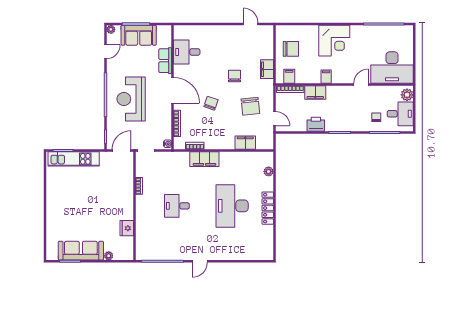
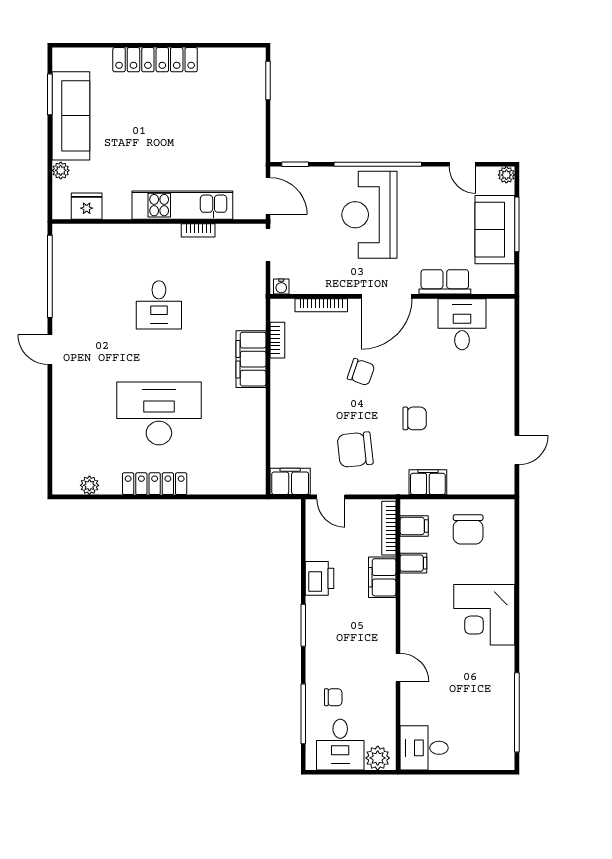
desk: (392, 68) -> (424, 748), width x0.53, depth x0.77
filing cabinet: (326, 77) -> (413, 563), moved
reception desk: (131, 99) -> (369, 215), turned -90
door: (274, 119) -> (331, 497), hinge flipped
filing cabinet: (245, 143) -> (290, 481), moved, turned -90
kitchen unit: (74, 159) -> (182, 205), moved, turned 90
plant: (269, 171) -> (89, 485), moved
desk: (177, 206) -> (159, 305), turned 180
locker: (52, 208) -> (155, 60), added
fridge: (127, 228) -> (87, 206), moved

